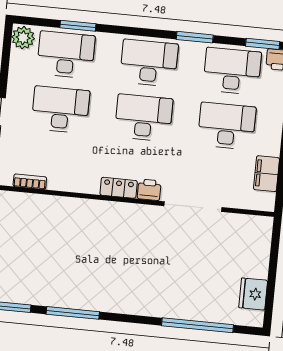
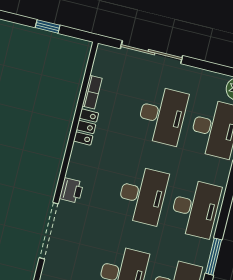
bookcase: (30, 182) -> (92, 92), moved
locker: (119, 188) -> (86, 127), moved

